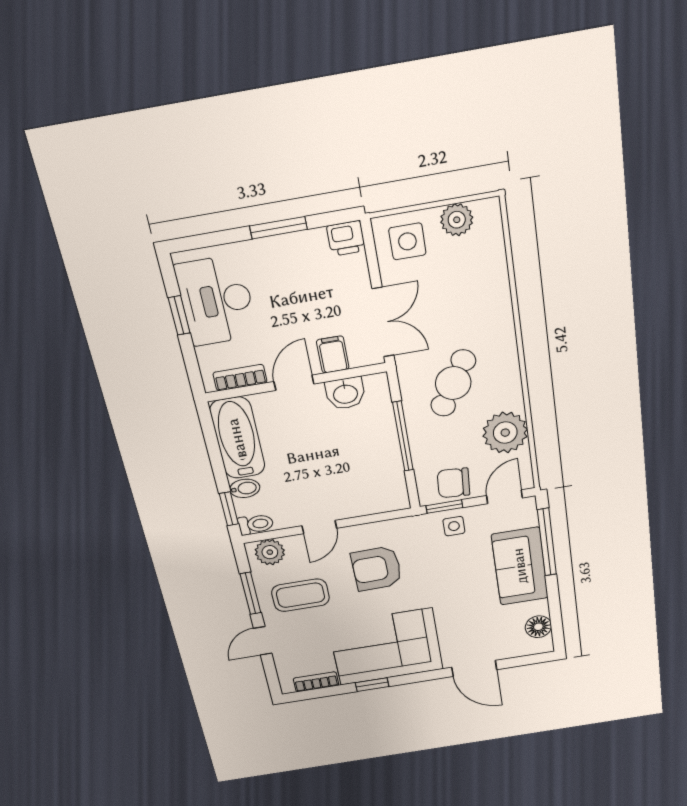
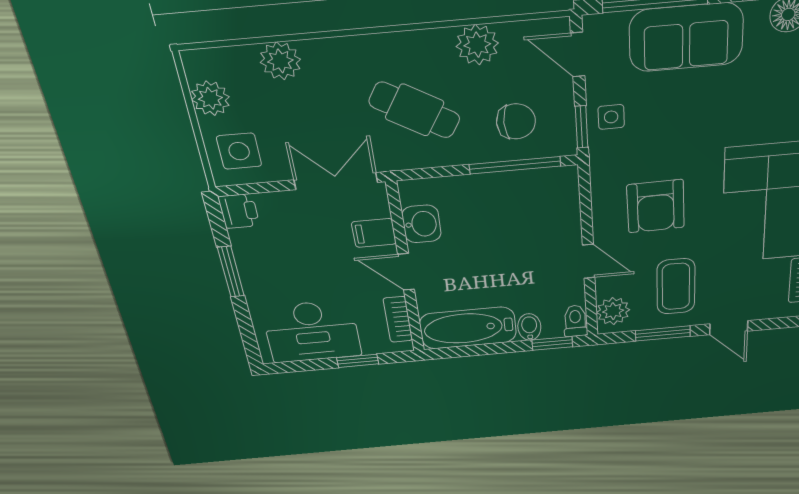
plant: (493, 278) -> (280, 61), added
window: (179, 315) -> (358, 361), moved
plant: (505, 433) -> (477, 45), width x0.73, depth x0.73
window: (403, 436) -> (515, 165), moved
chair: (454, 483) -> (516, 121), moved, turned -94

